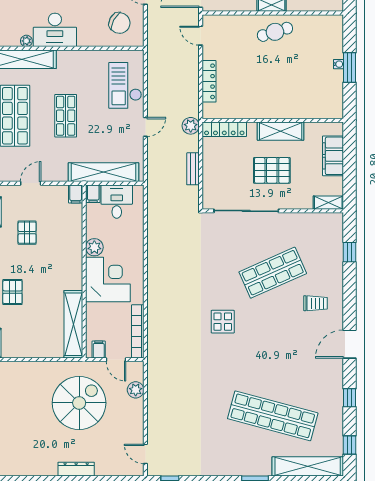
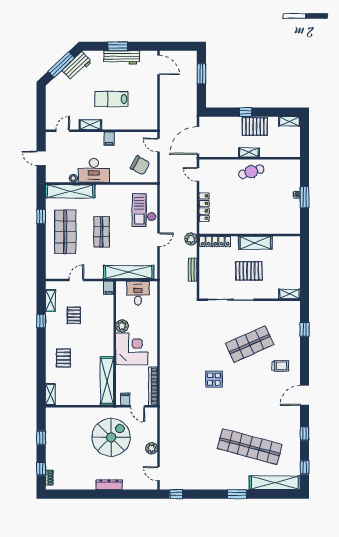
filing cabinet: (333, 156) -> (293, 260), removed
filing cabinet: (93, 194) -> (121, 288), removed
plant: (136, 390) -> (152, 448), moved

